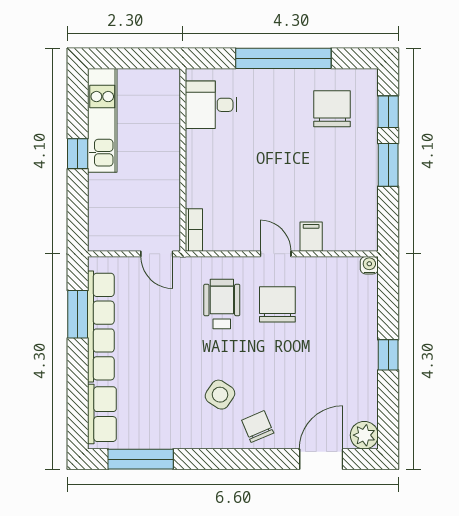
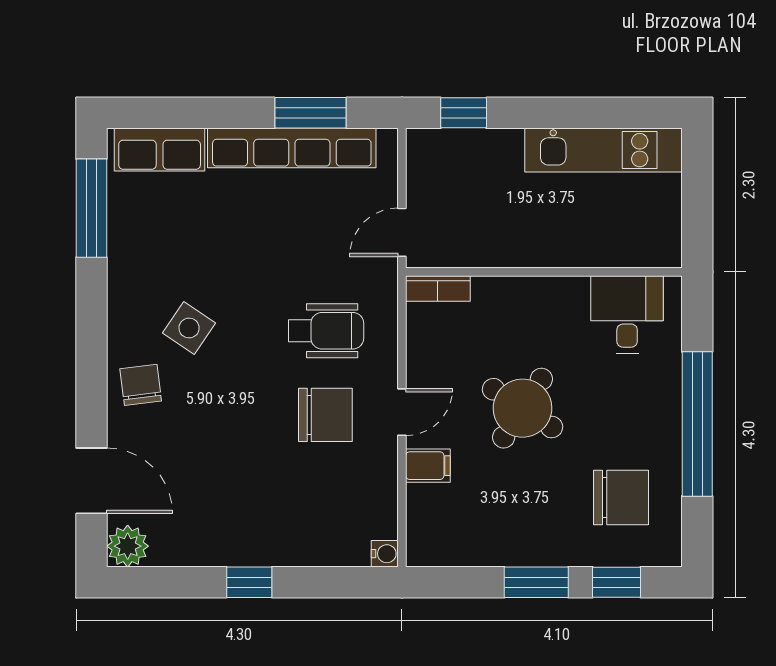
window: (78, 154) -> (464, 113), moved
round table: (273, 174) -> (522, 408), added
chair: (258, 427) -> (141, 385), turned -74

